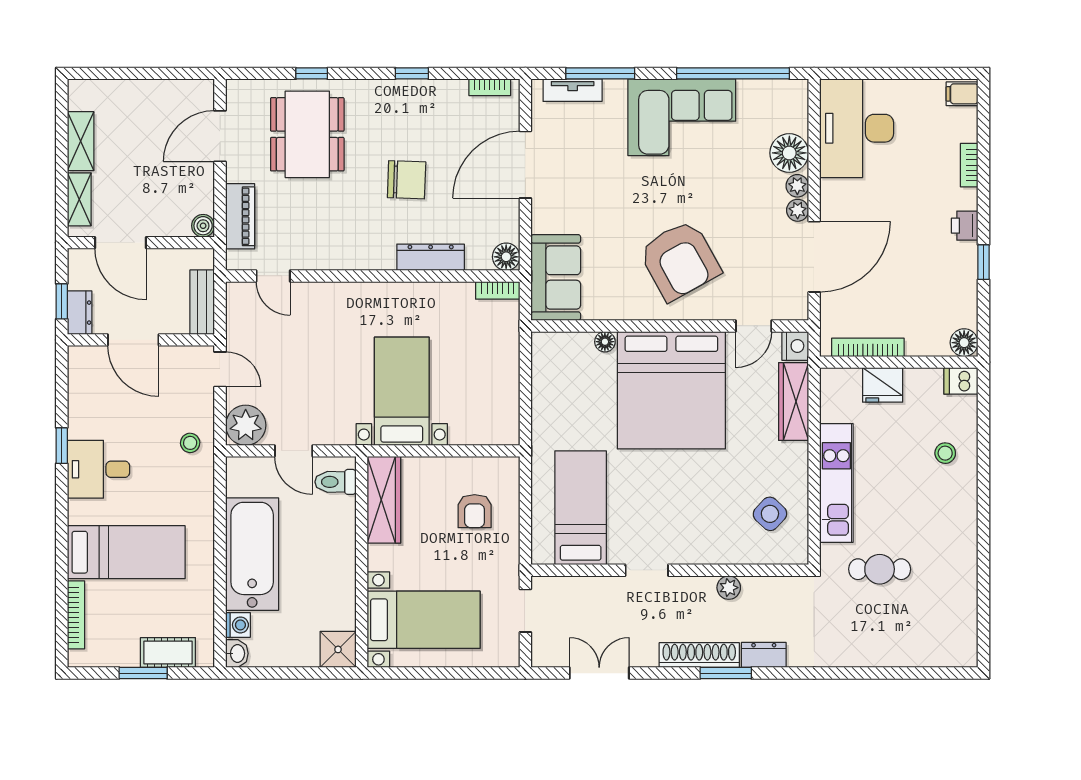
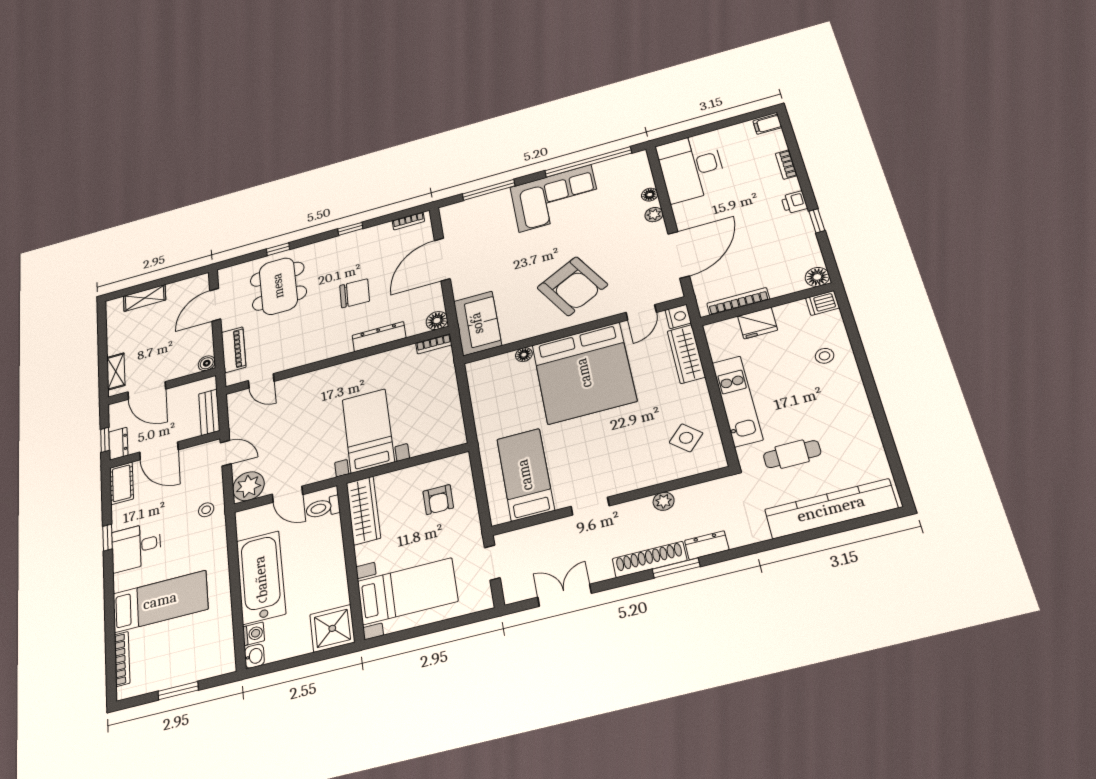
tv unit: (573, 90) -> (470, 205), removed
shelving: (81, 141) -> (145, 298), moved, turned 90
floor lamp: (789, 153) -> (650, 195), width x0.53, depth x0.53
plant: (798, 210) -> (658, 229), removed
kitchen counter: (904, 648) -> (831, 509), added
shower: (338, 649) -> (332, 628), width x1.36, depth x1.36
cot: (168, 652) -> (122, 483), moved, turned 90

